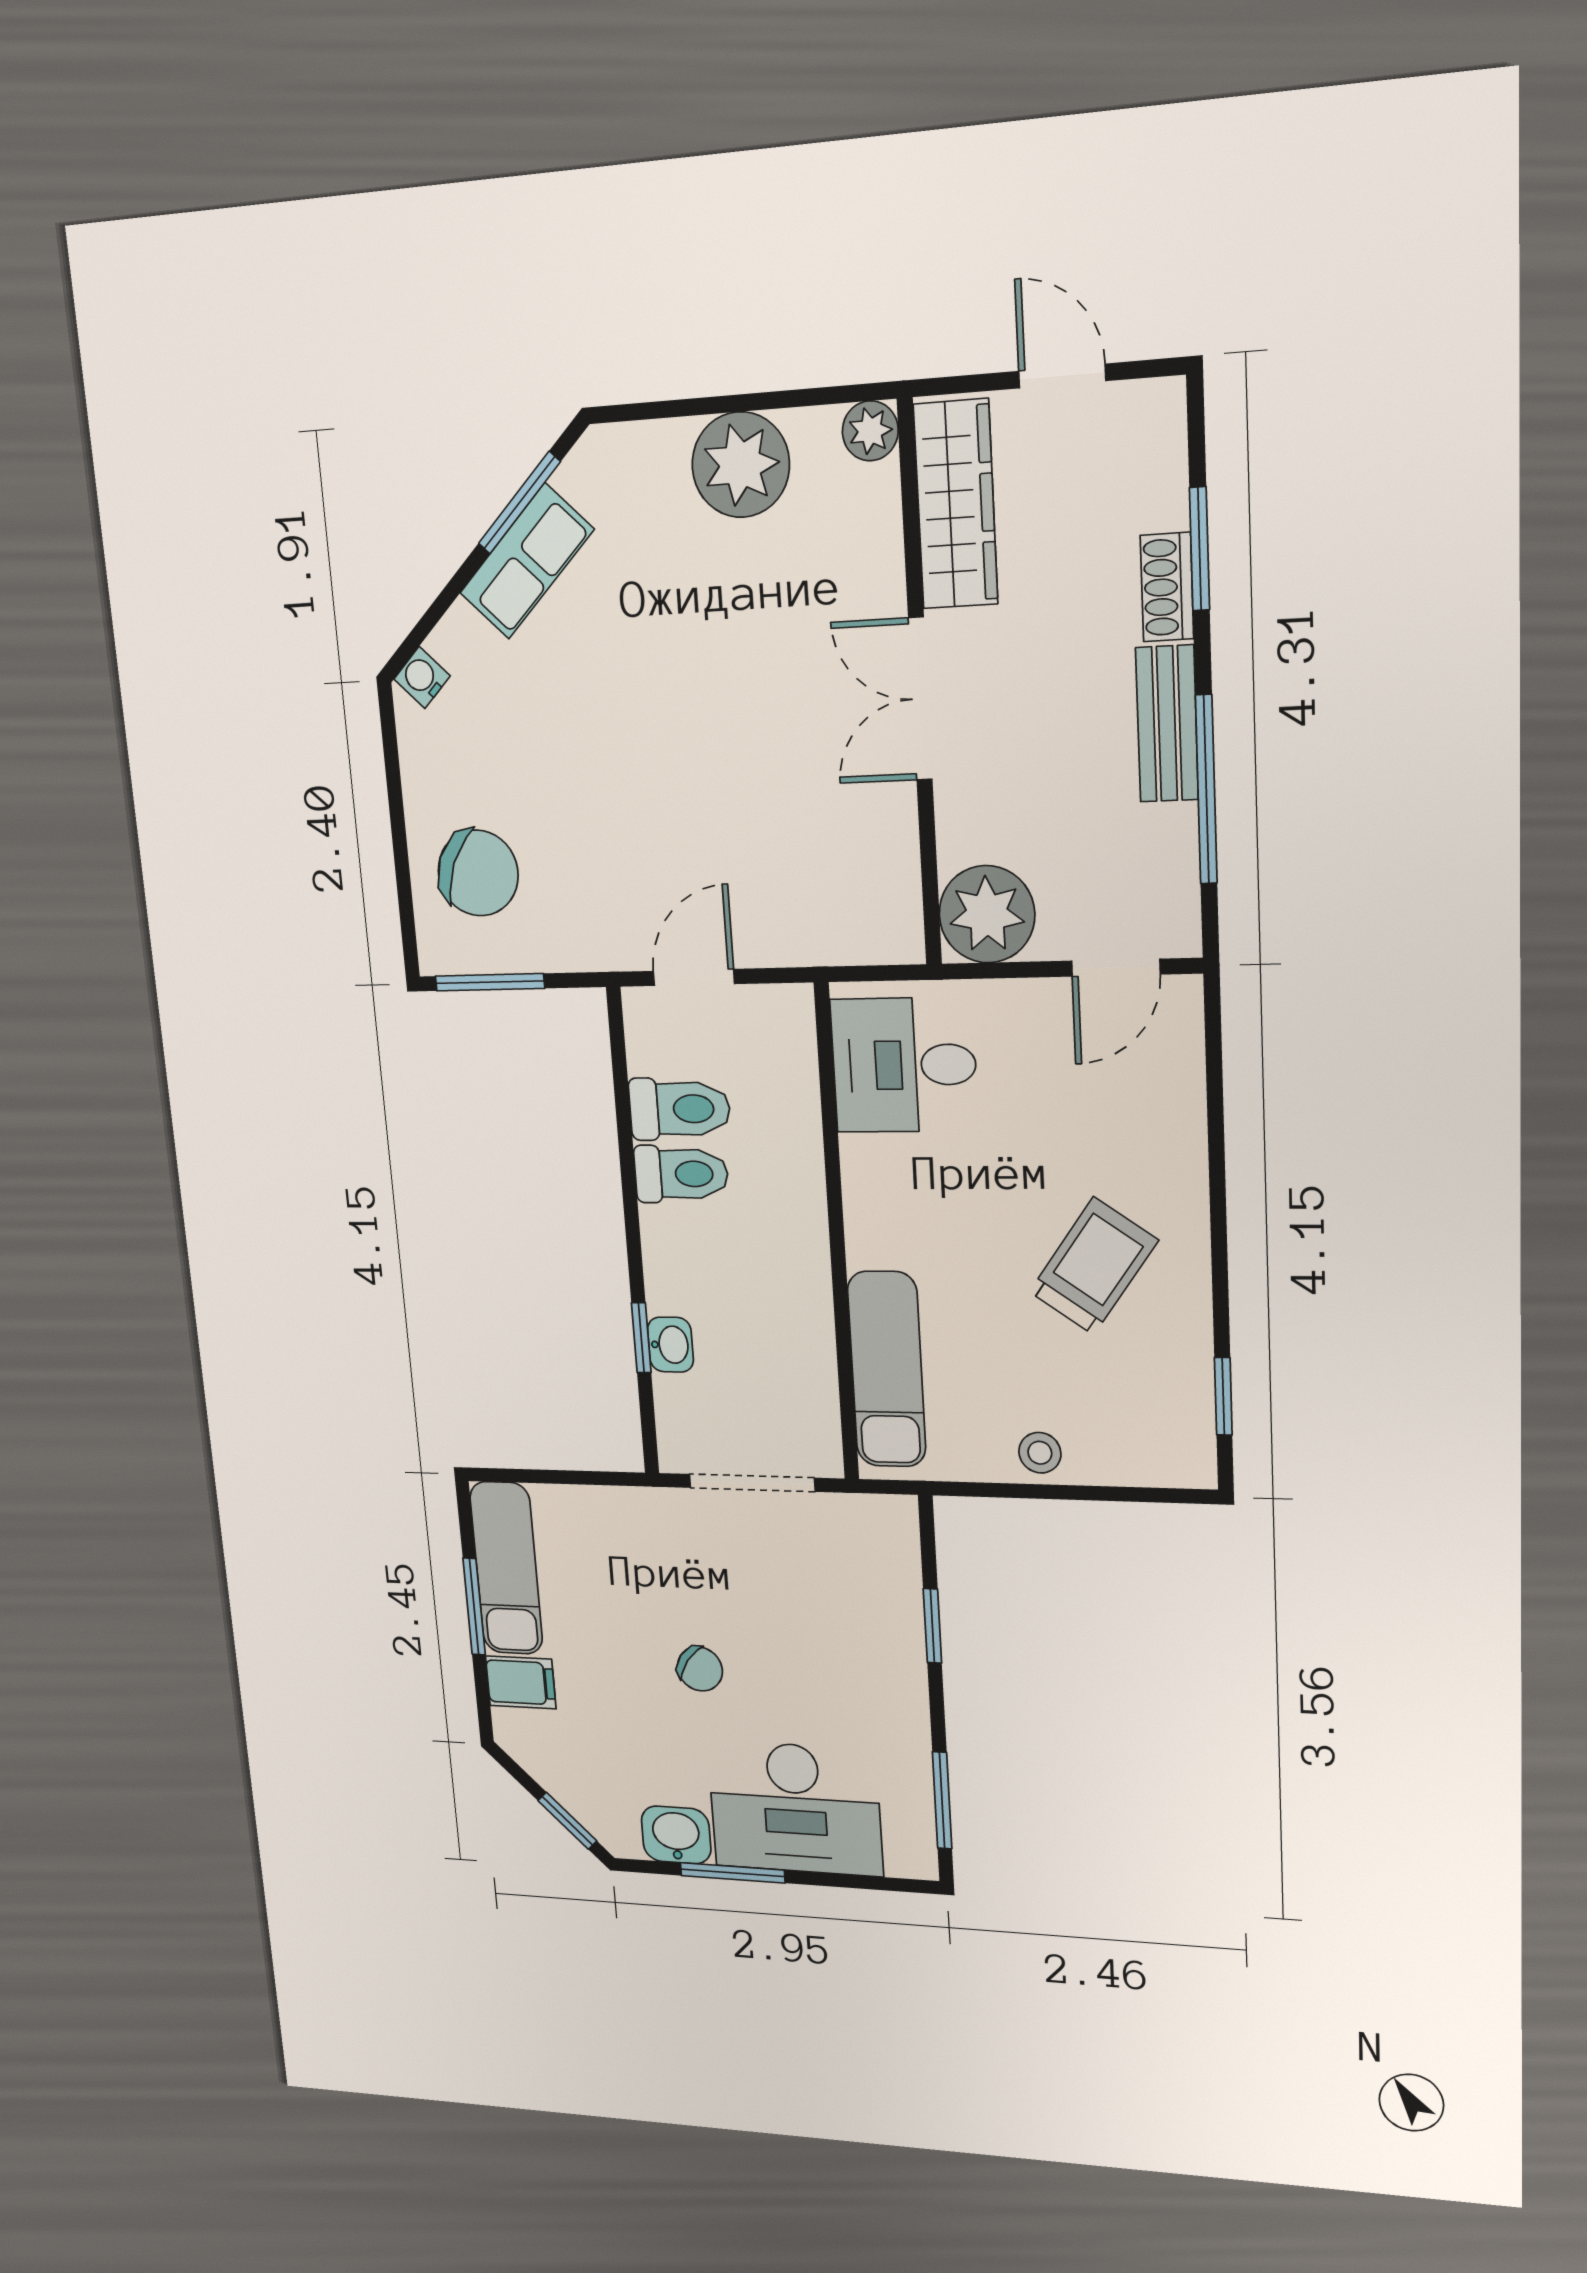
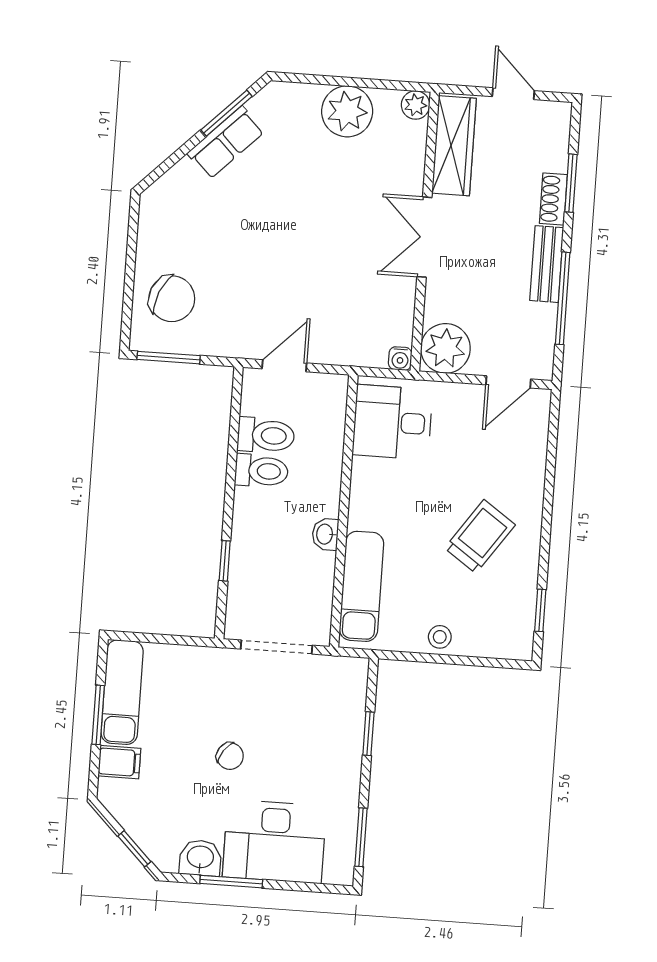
water cooler: (422, 677) -> (400, 359), moved, turned -135
washbasin: (670, 1345) -> (325, 534), moved, turned 180

